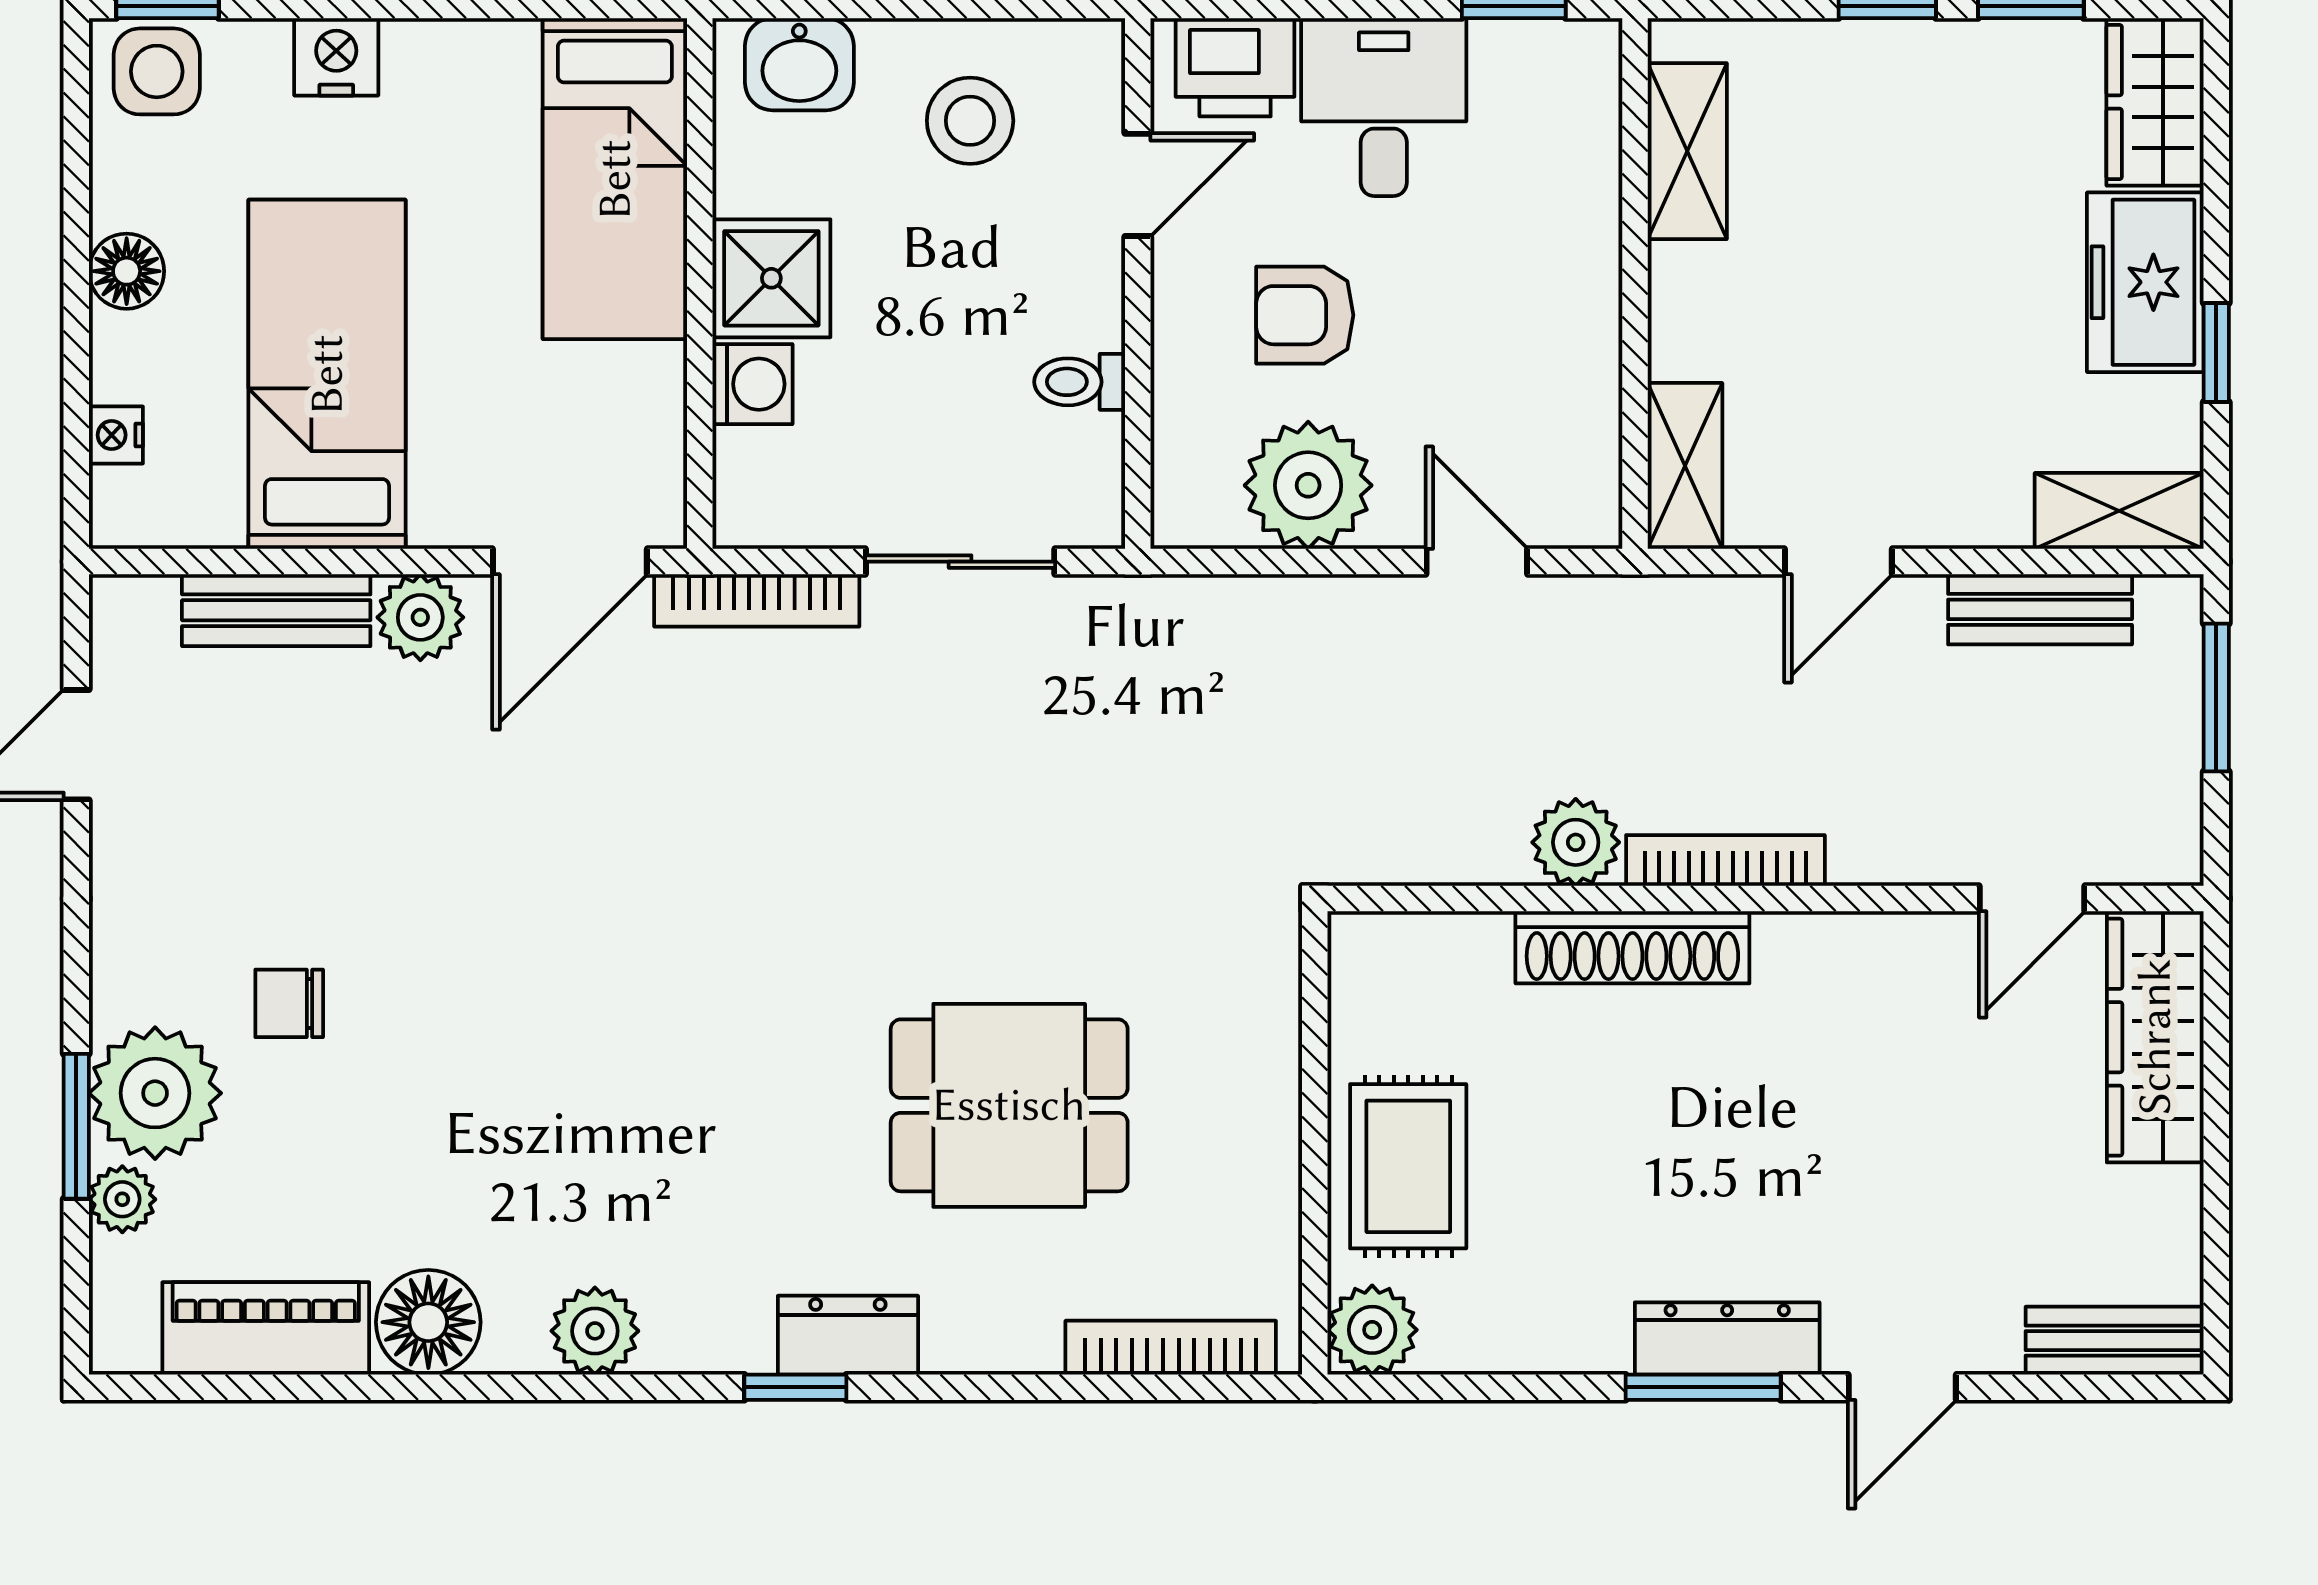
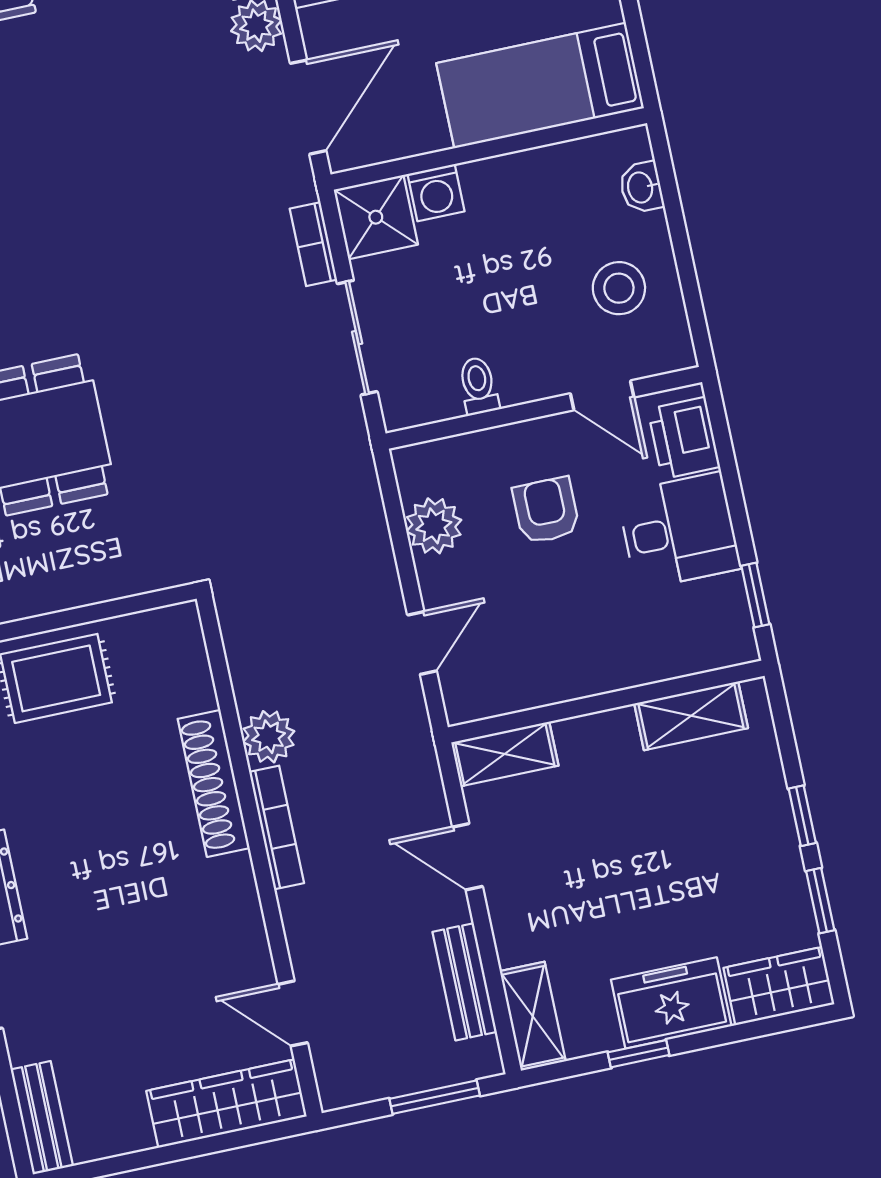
washbasin: (799, 64) -> (641, 187), width x0.72, depth x0.69
shower: (771, 278) -> (376, 217), moved
plant: (1308, 485) -> (434, 526), width x0.73, depth x0.73
door: (570, 562) -> (308, 107), swing flipped
bookcase: (757, 600) -> (313, 244), width x0.64

